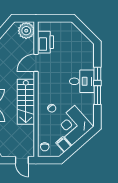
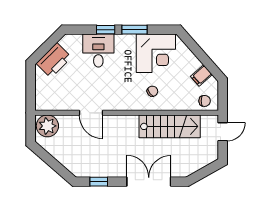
printer: (45, 42) -> (54, 60), moved, turned 135
desk: (82, 81) -> (98, 51), moved
stairs: (26, 102) -> (170, 126), moved
corner desk: (73, 125) -> (156, 53), moved, turned -49

